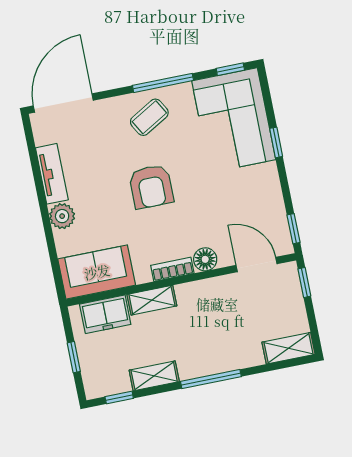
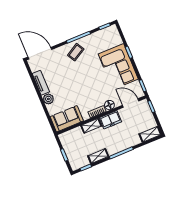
door: (63, 103) -> (40, 53), hinge flipped
corner sofa: (234, 120) -> (118, 66), moved
armchair: (151, 187) -> (82, 80), removed
freezer: (105, 314) -> (110, 120), moved

